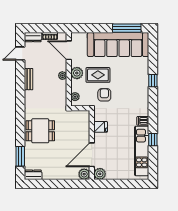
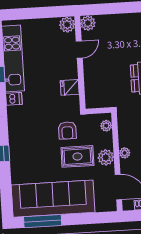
door: (92, 155) -> (79, 50), width x0.53

